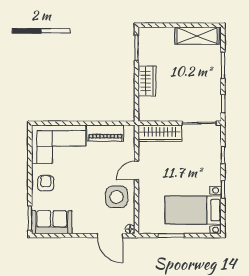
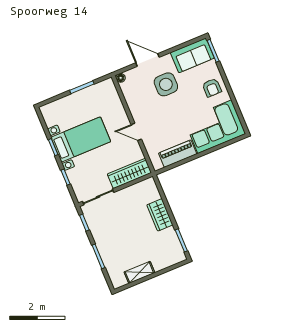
shelving: (197, 36) -> (139, 272), width x0.67, depth x0.75
door: (136, 171) -> (136, 132), swing flipped
side table: (117, 197) -> (166, 84), moved
bed with nightstands: (193, 210) -> (81, 139), moved
door: (110, 236) -> (148, 60), moved

